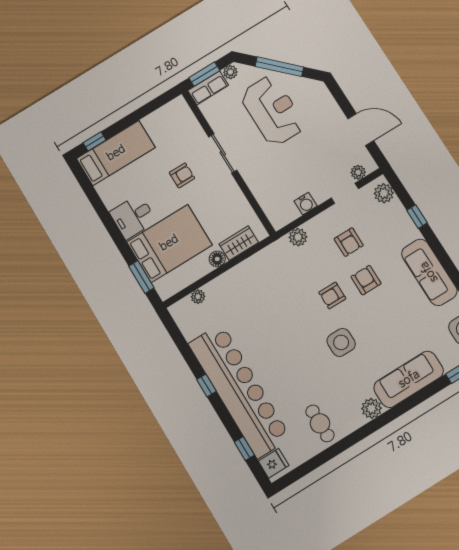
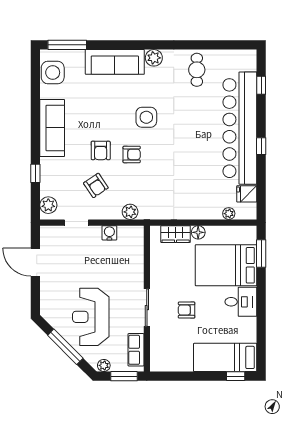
row of seats: (208, 88) -> (136, 350), moved, turned -90
plant: (358, 172) -> (57, 232), removed
armchair: (349, 242) -> (96, 185), turned 146
fridge: (274, 463) -> (247, 194), moved

